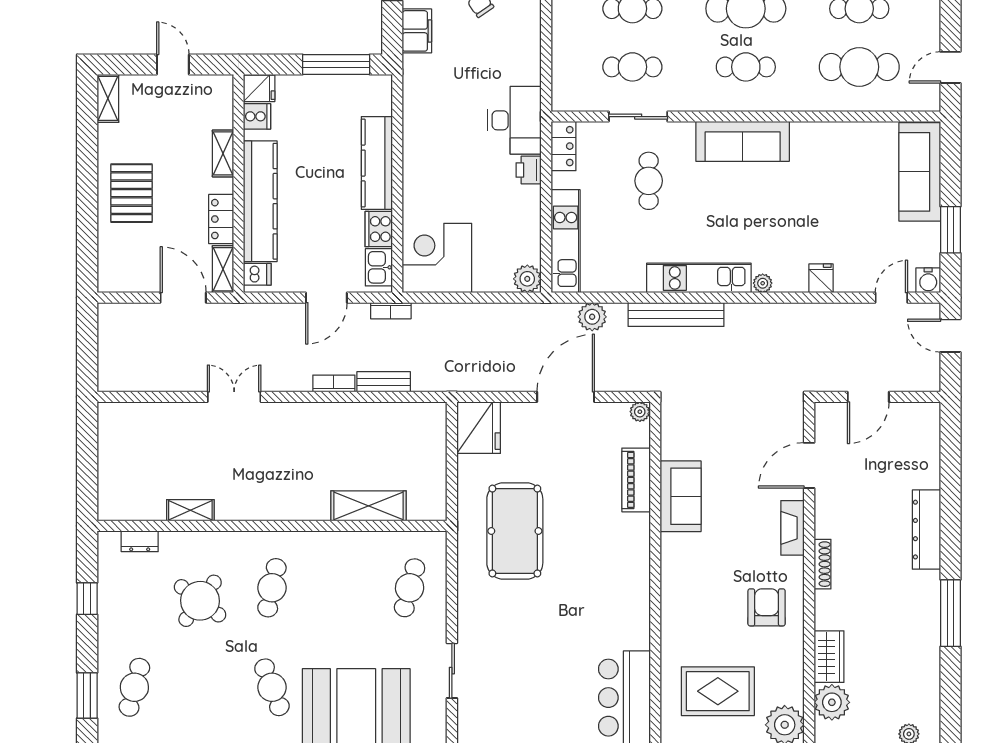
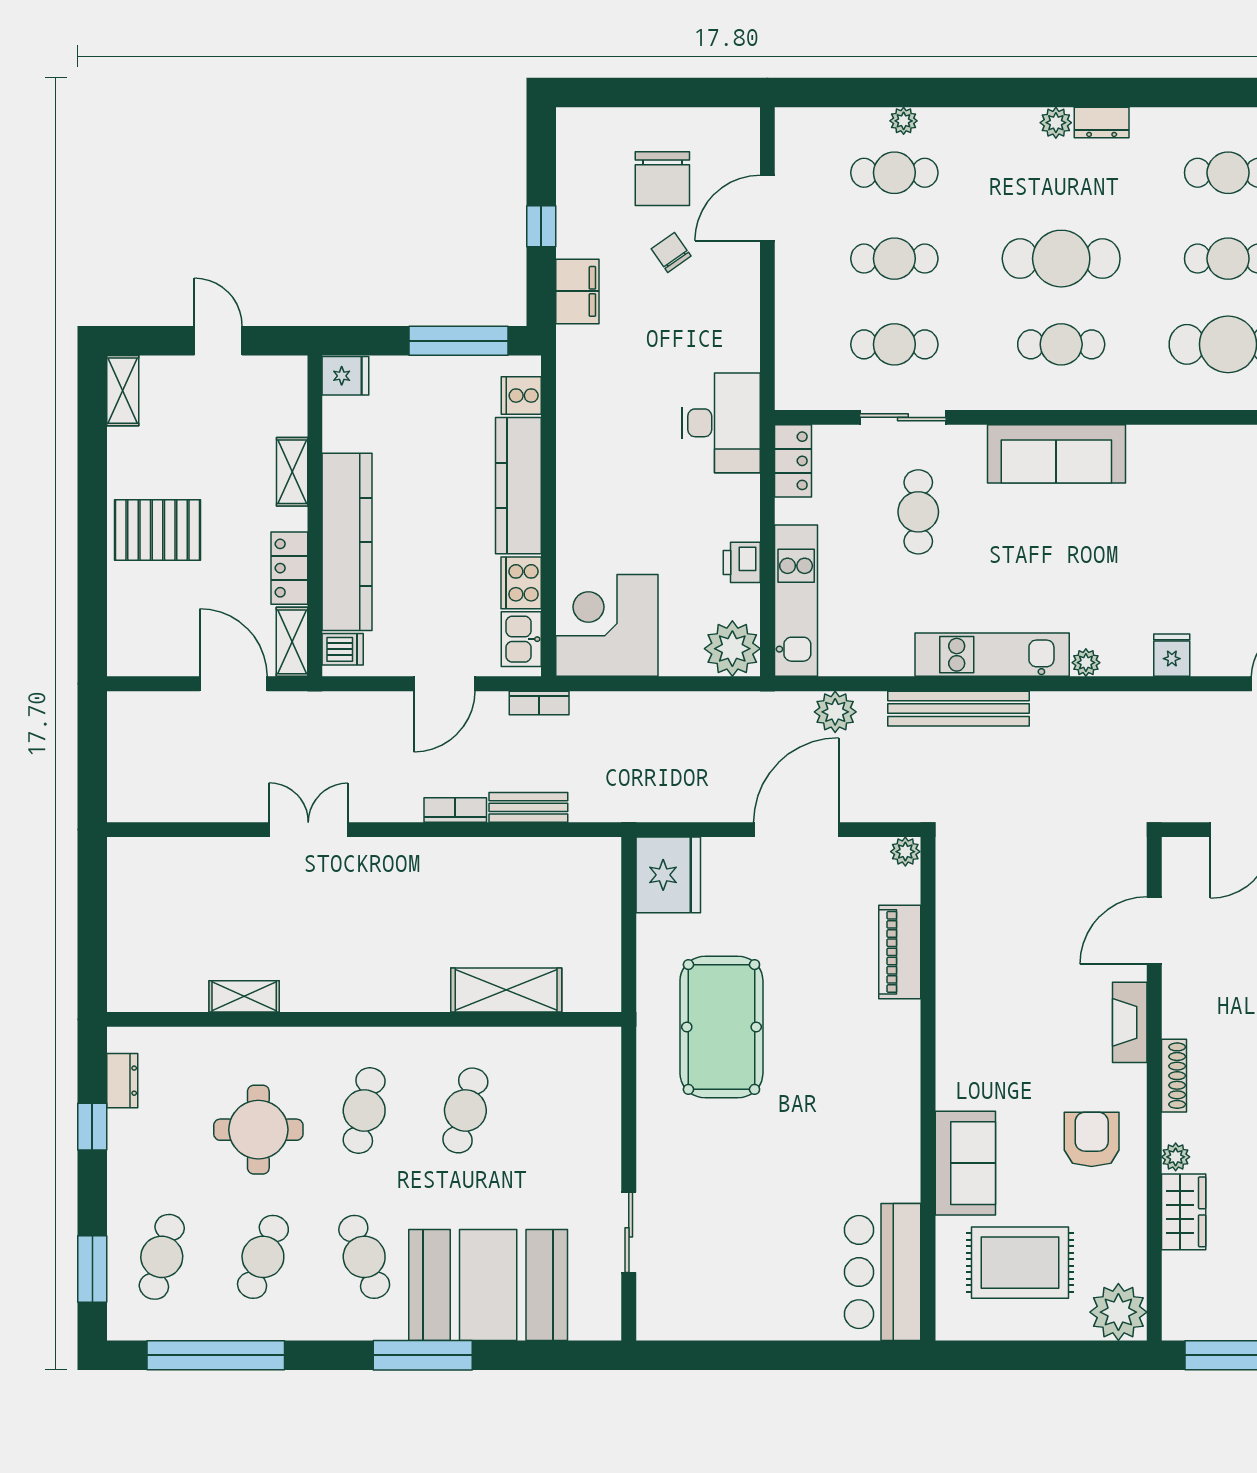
cooker: (257, 116) -> (521, 396), moved, turned 180
printer: (529, 170) -> (742, 562), moved
pallet: (131, 193) -> (158, 530), turned 90
plant: (527, 279) -> (732, 649), width x1.36, depth x1.36
sofa: (681, 496) -> (965, 1163), moved
dresser: (140, 541) -> (122, 1081), moved, turned -90
cafe table: (410, 588) -> (465, 1110), moved
round table: (200, 601) -> (258, 1130), turned -37
cafe table: (203, 687) -> (263, 1257), added
plant: (832, 702) -> (1176, 1157), moved, width x0.53, depth x0.53

